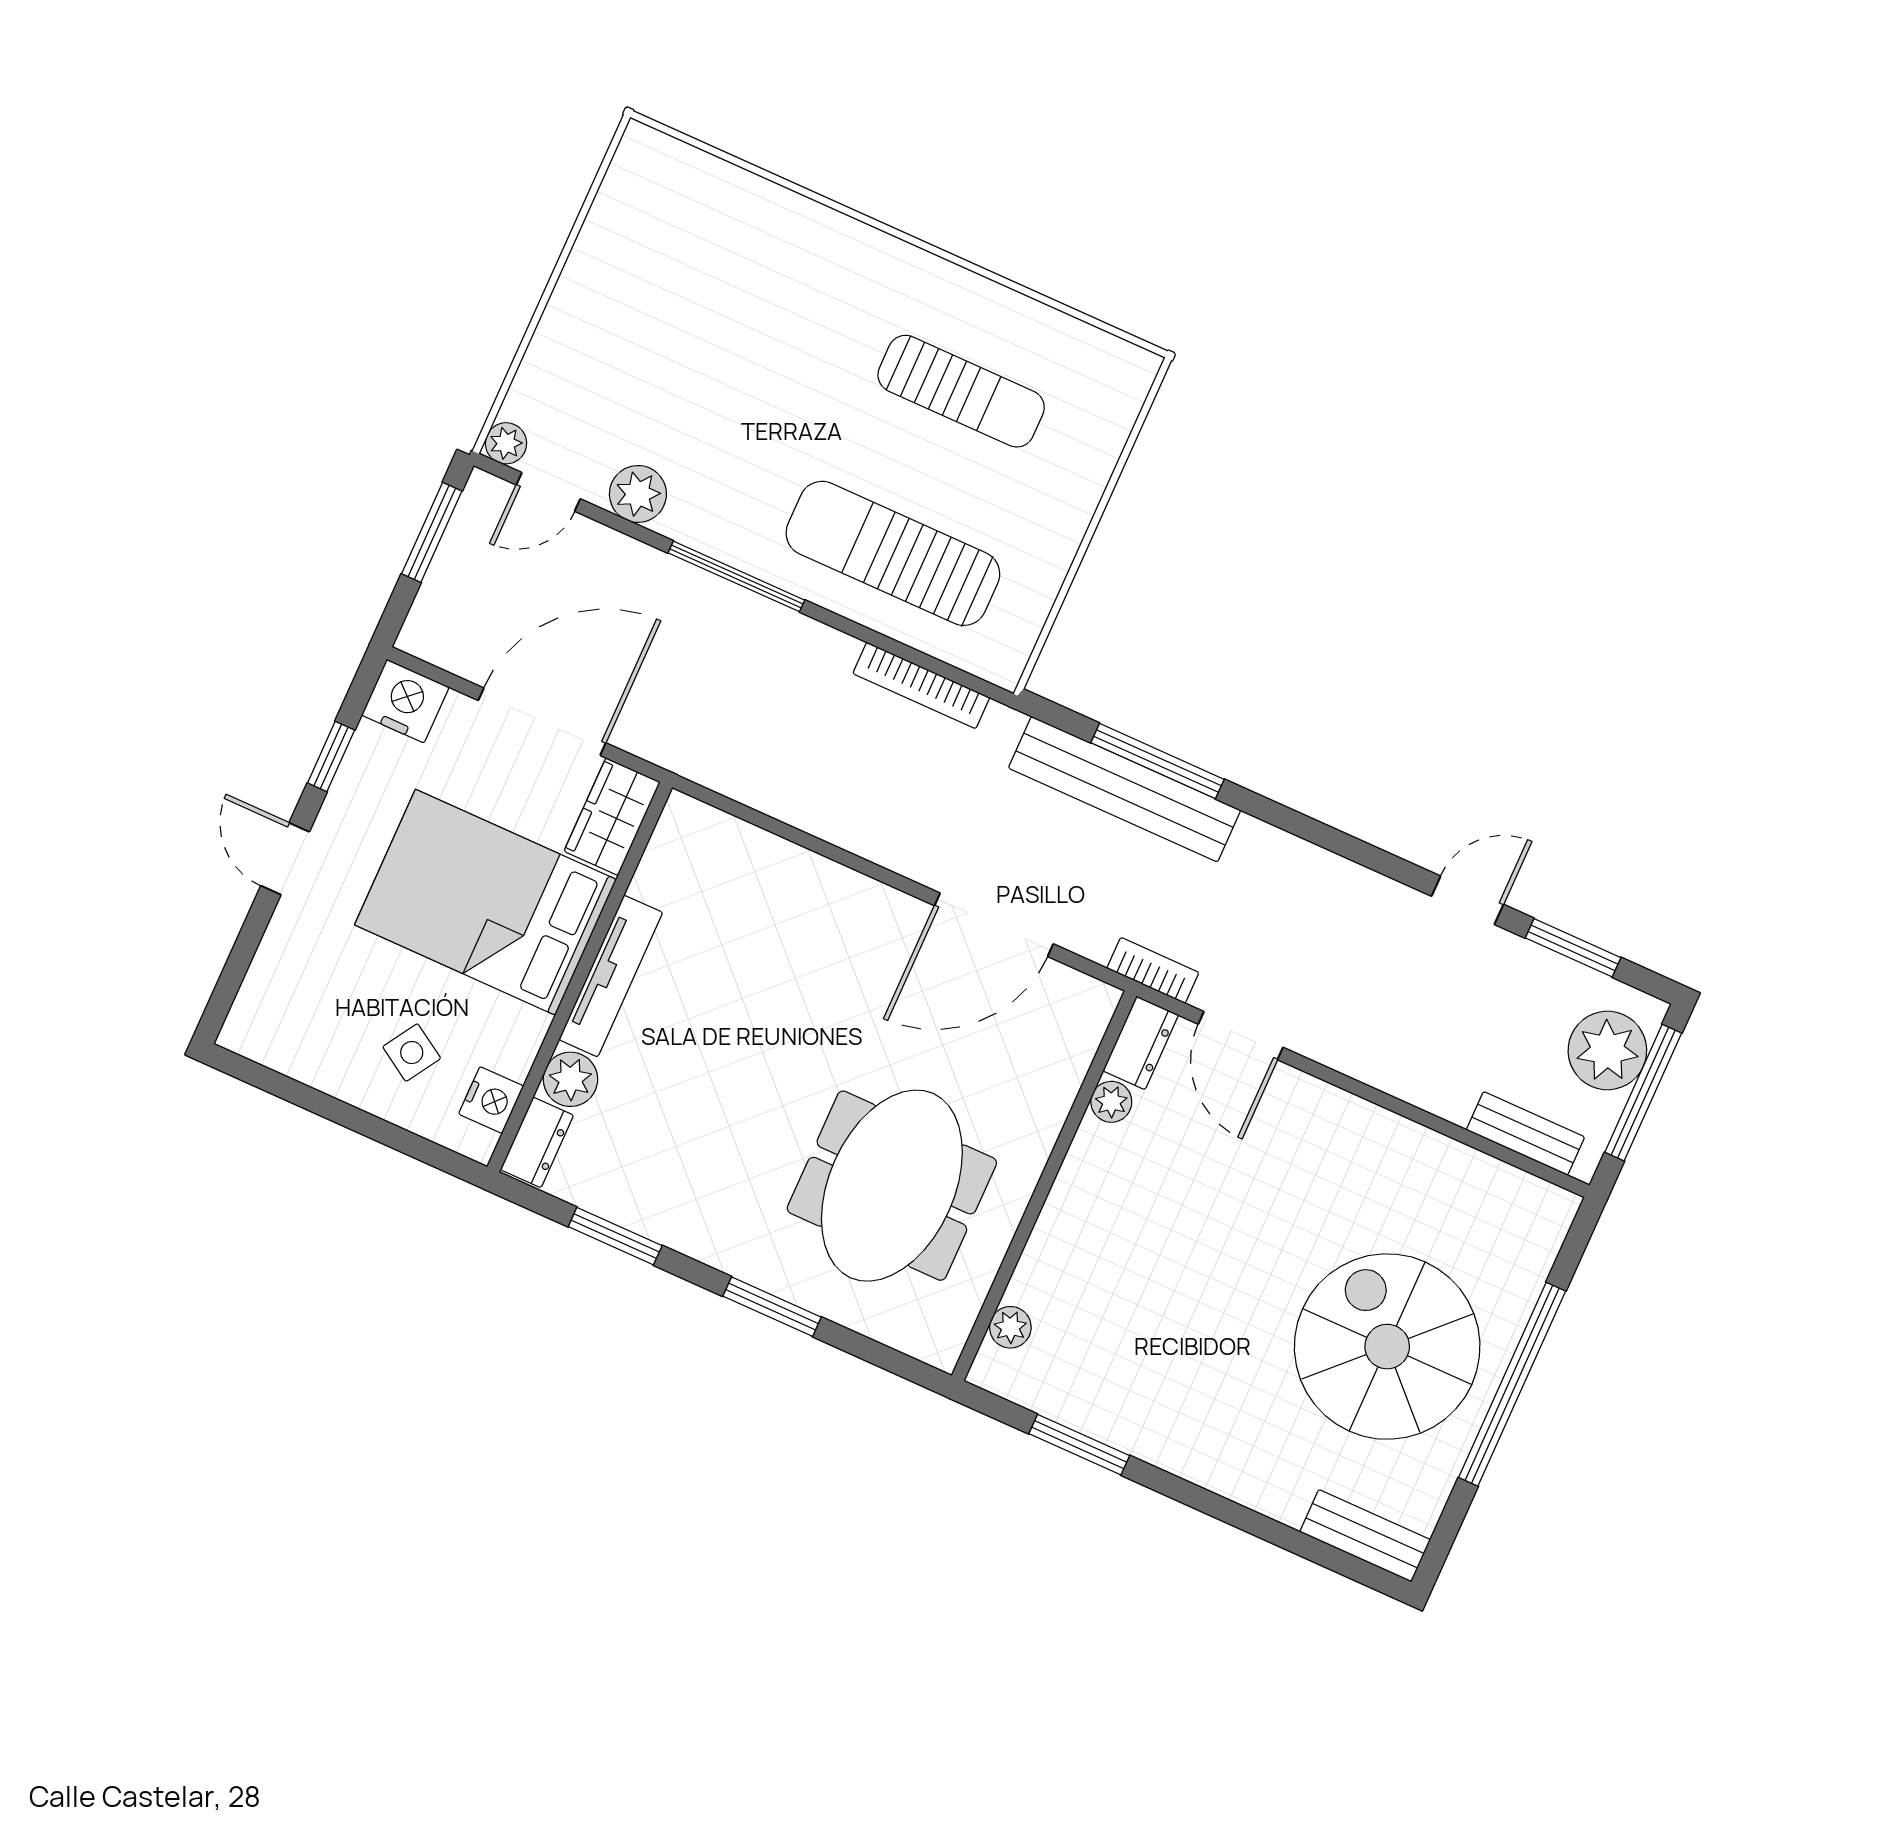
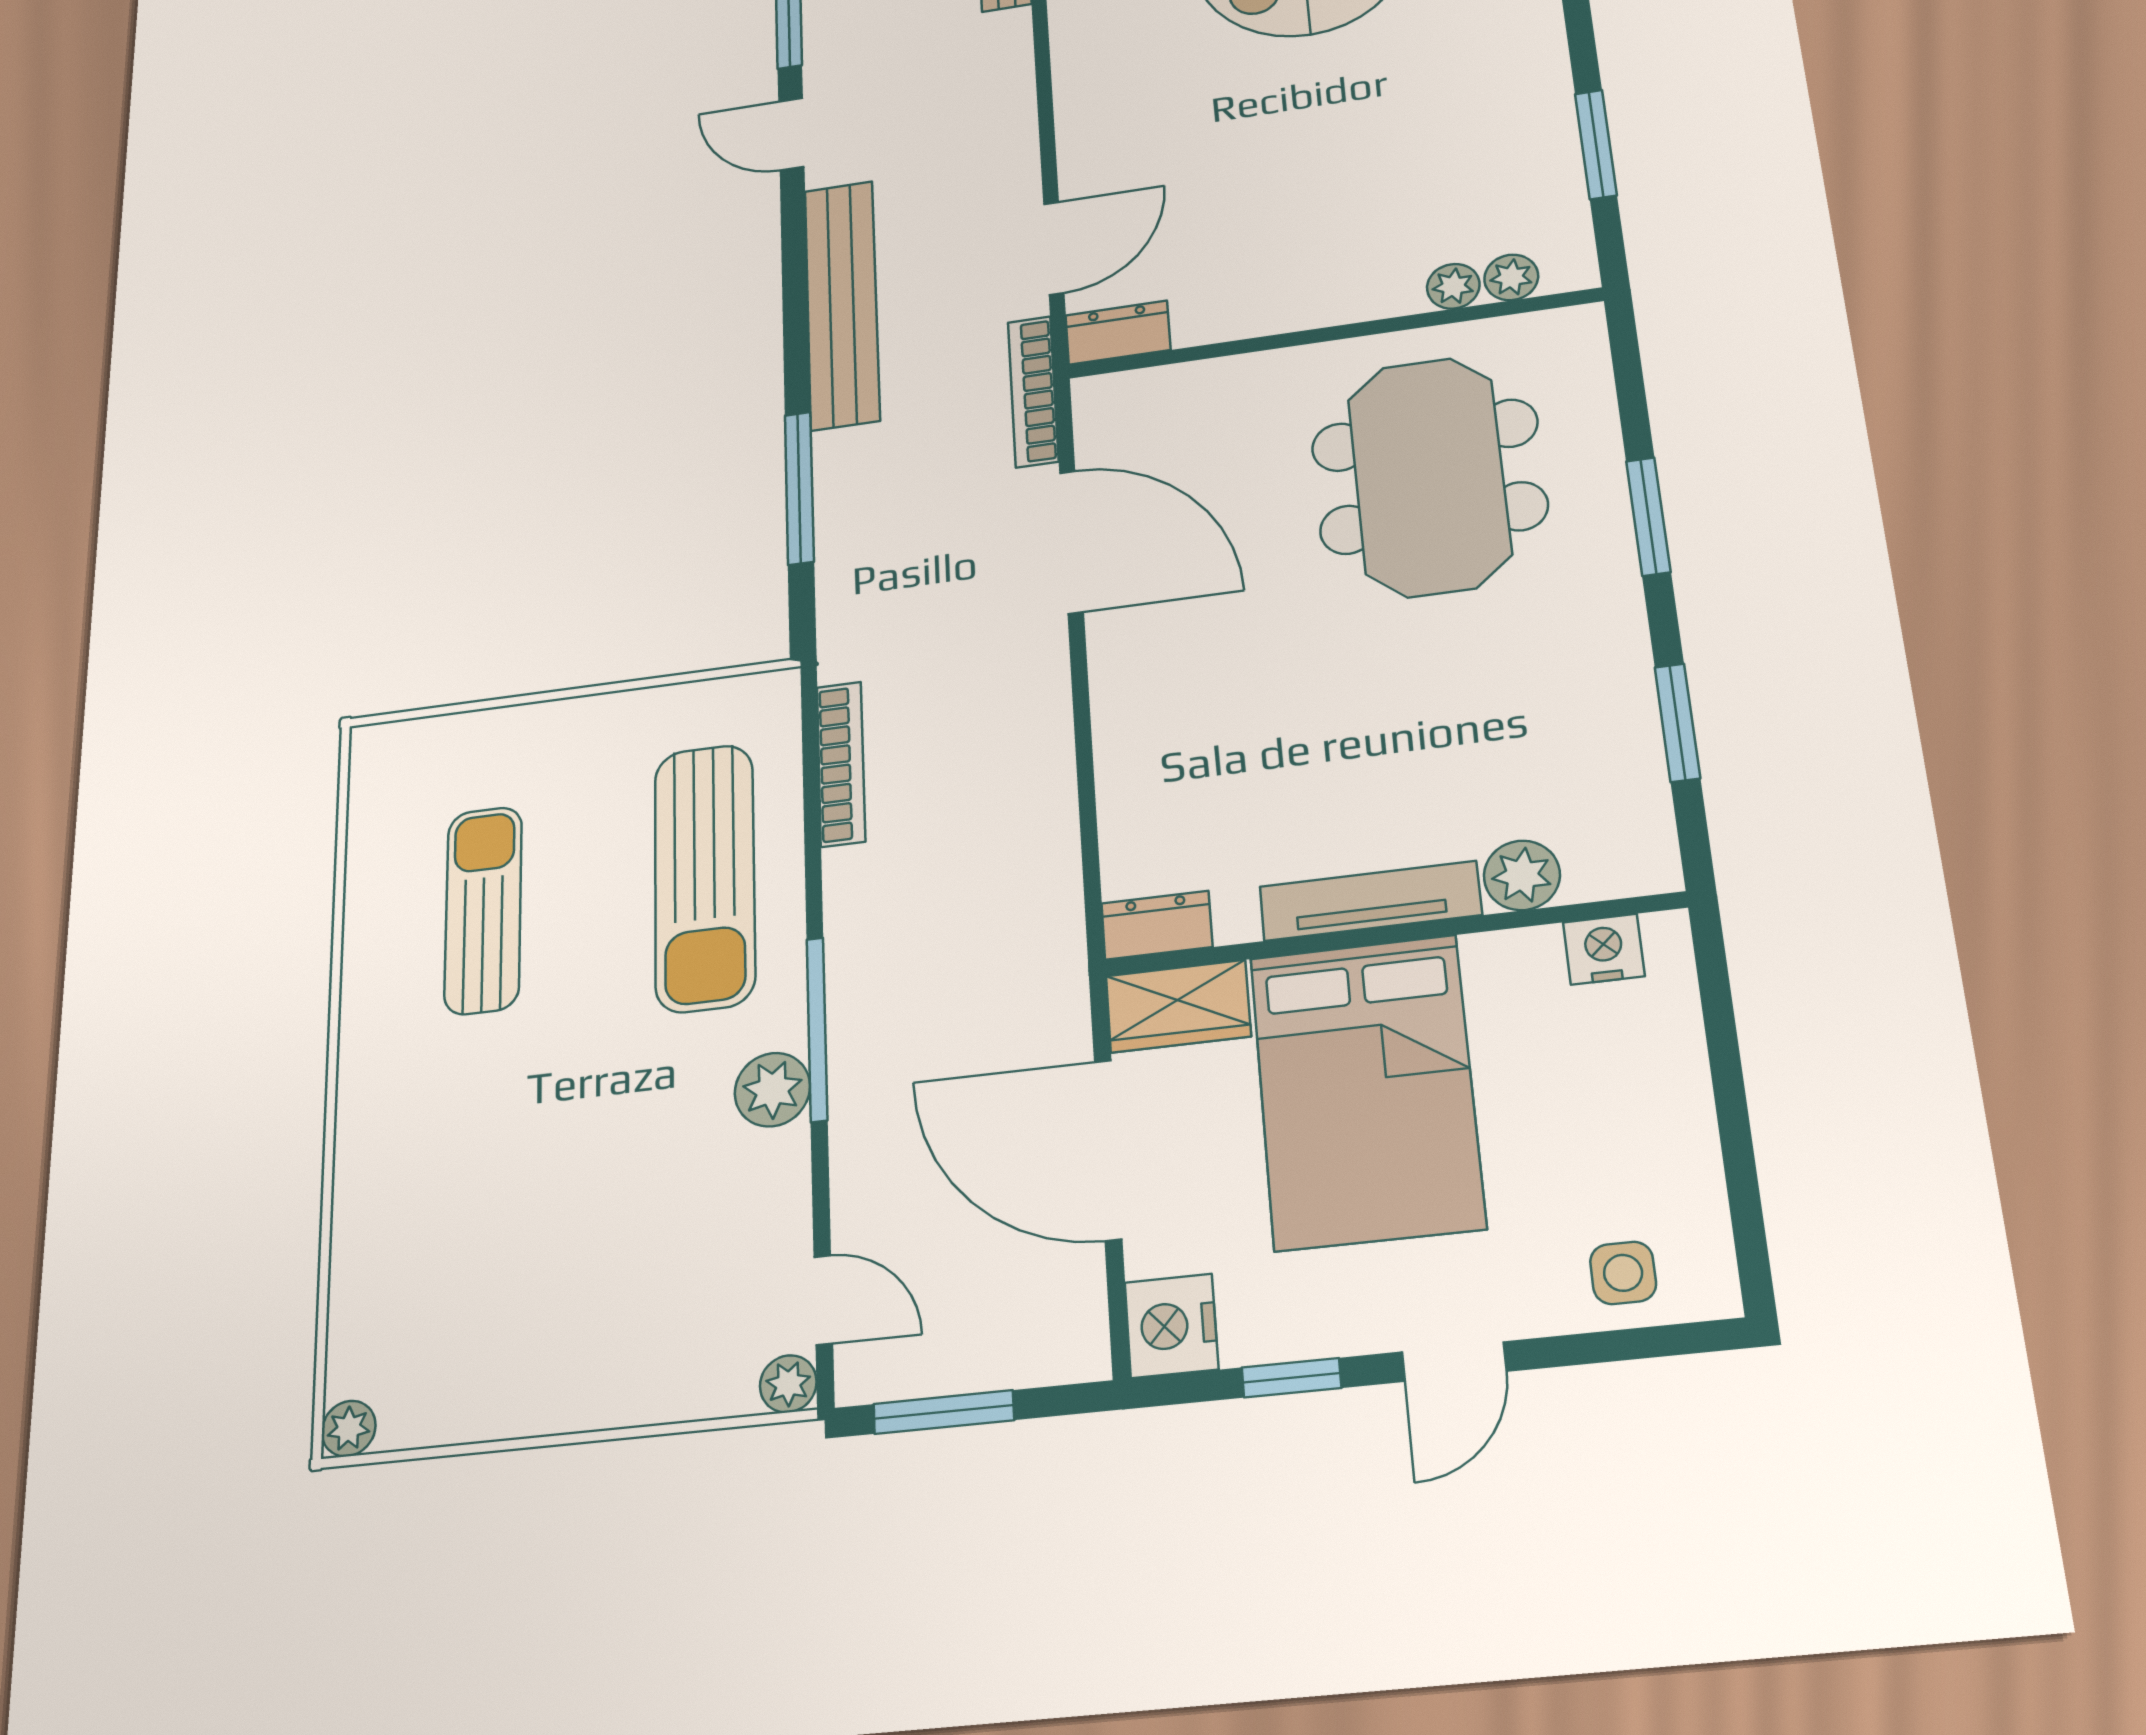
plant: (640, 144) -> (349, 1429), added
plant: (638, 494) -> (772, 1090), moved
bench: (1125, 789) -> (842, 304), moved
bookcase: (1153, 970) -> (1033, 392), width x1.56
side table: (412, 1053) -> (1623, 1273), moved, turned -32
plant: (1111, 1102) -> (1453, 286), moved
dresser: (537, 1142) -> (1157, 925), moved
meeting table: (892, 1186) -> (1429, 476), turned 90

